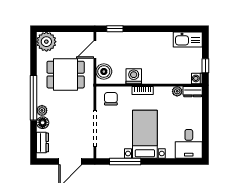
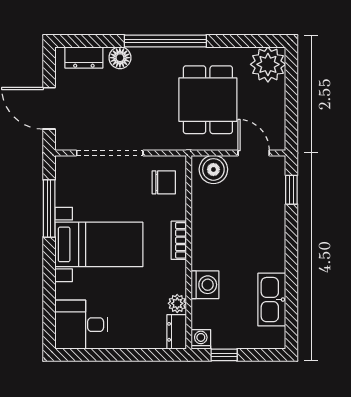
kitchen sink: (188, 40) -> (272, 300), moved
washing machine: (134, 76) -> (205, 285), moved
plant: (42, 110) -> (142, 56), removed

